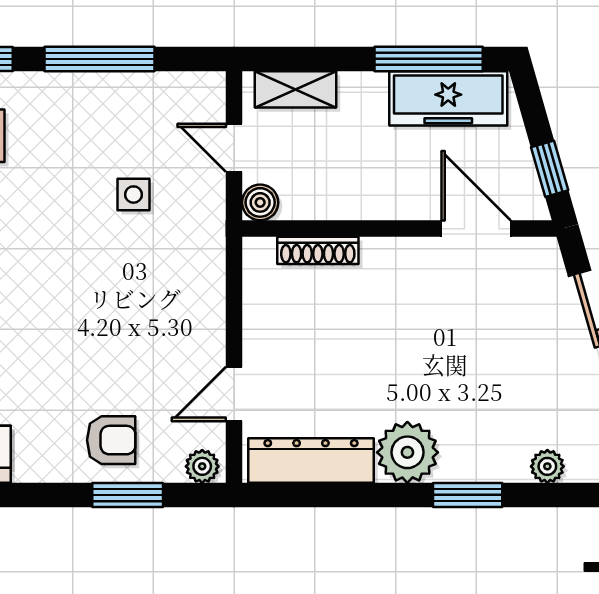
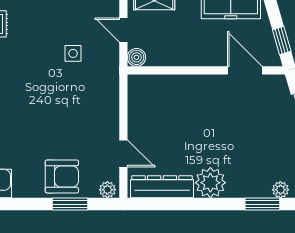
shoe rack: (318, 250) -> (165, 81), removed
door: (234, 394) -> (123, 153), swing flipped
armchair: (111, 440) -> (62, 176), width x1.38, depth x1.38
window: (468, 495) -> (262, 204), moved

